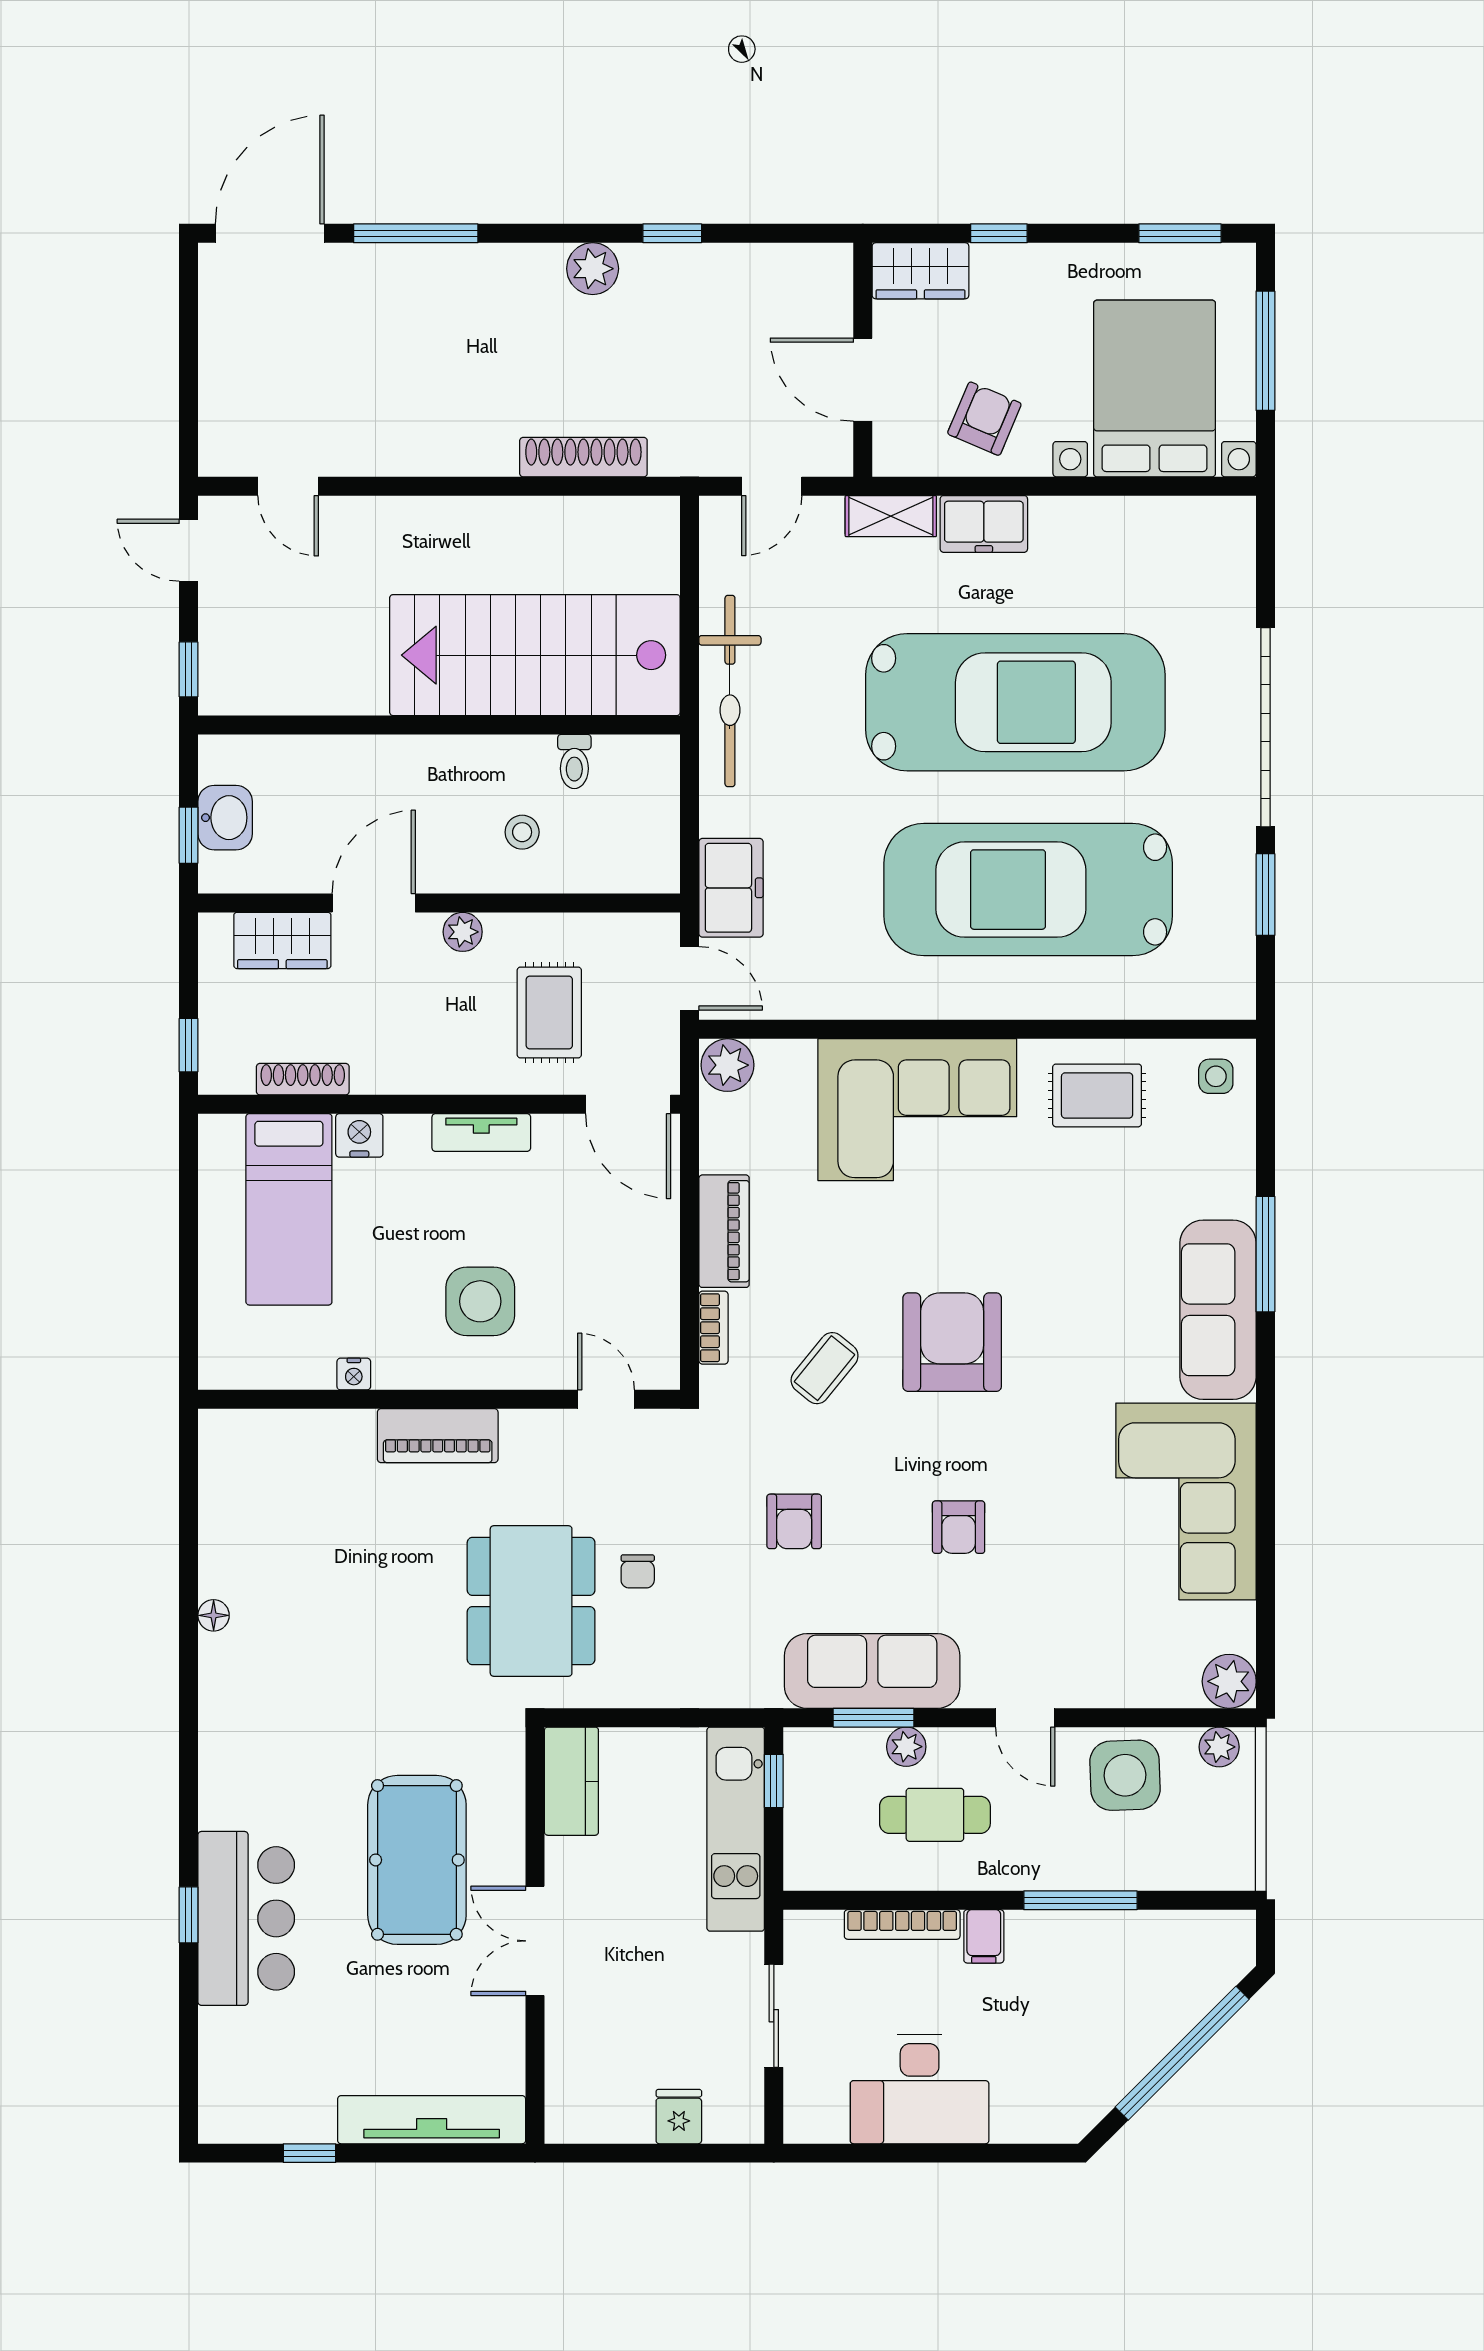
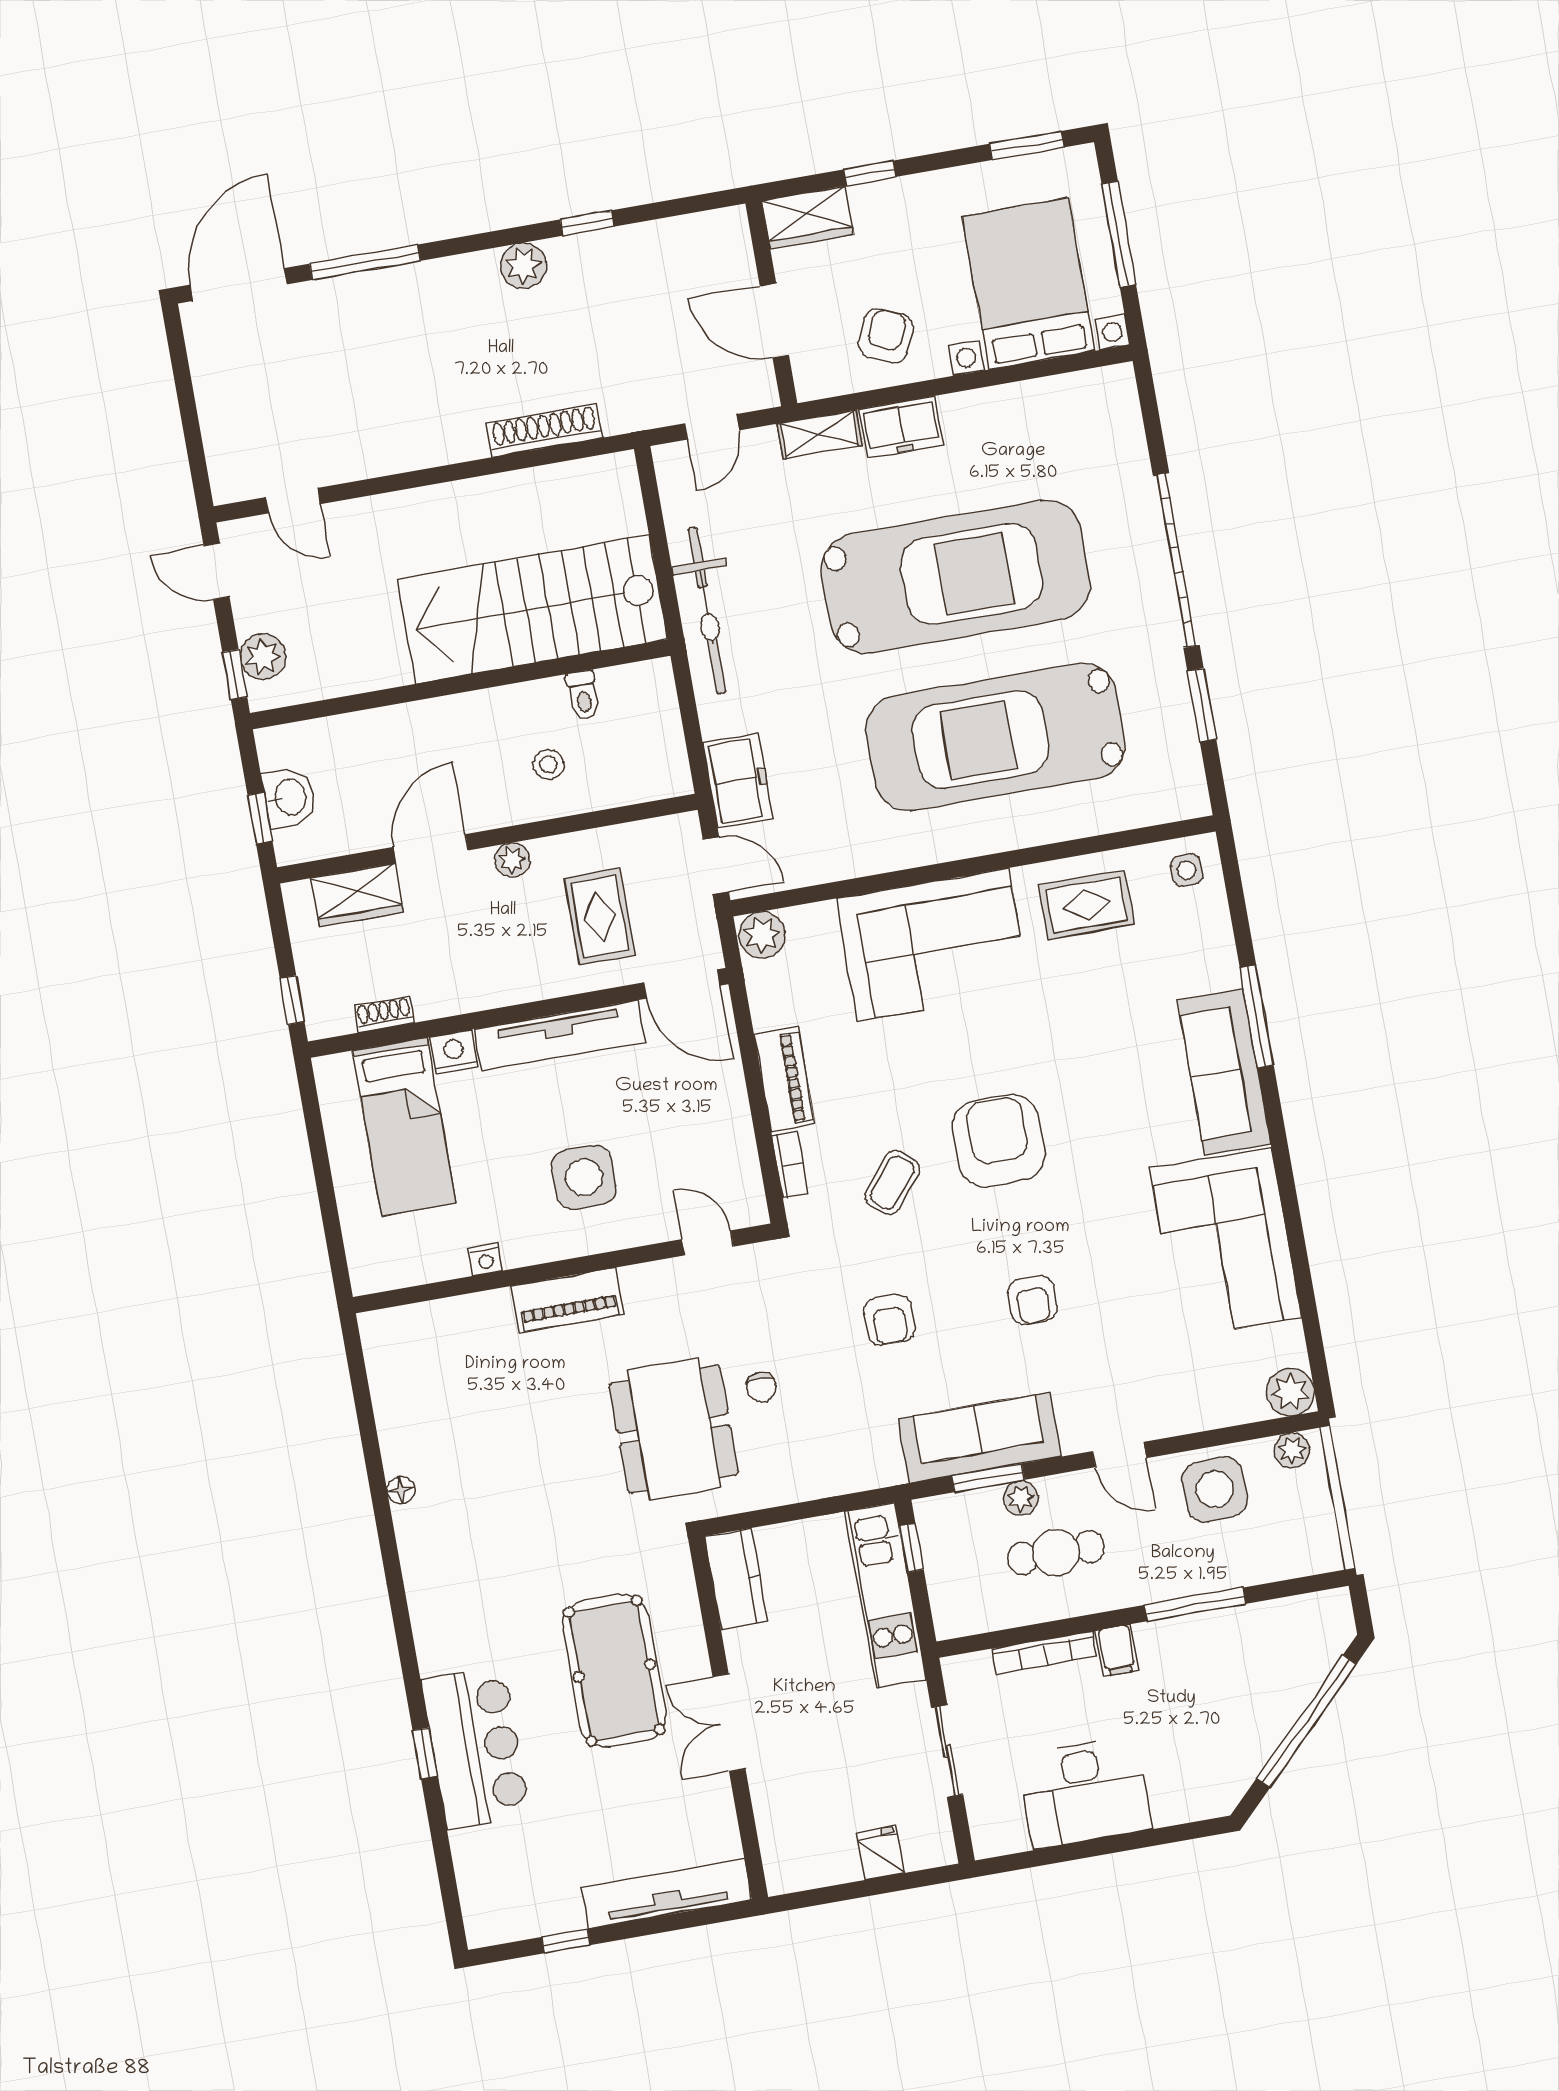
plant: (224, 655) -> (263, 657), added
shoe rack: (303, 1079) -> (384, 1014), width x0.70
tv unit: (481, 1132) -> (560, 1036), width x1.92, depth x1.29

